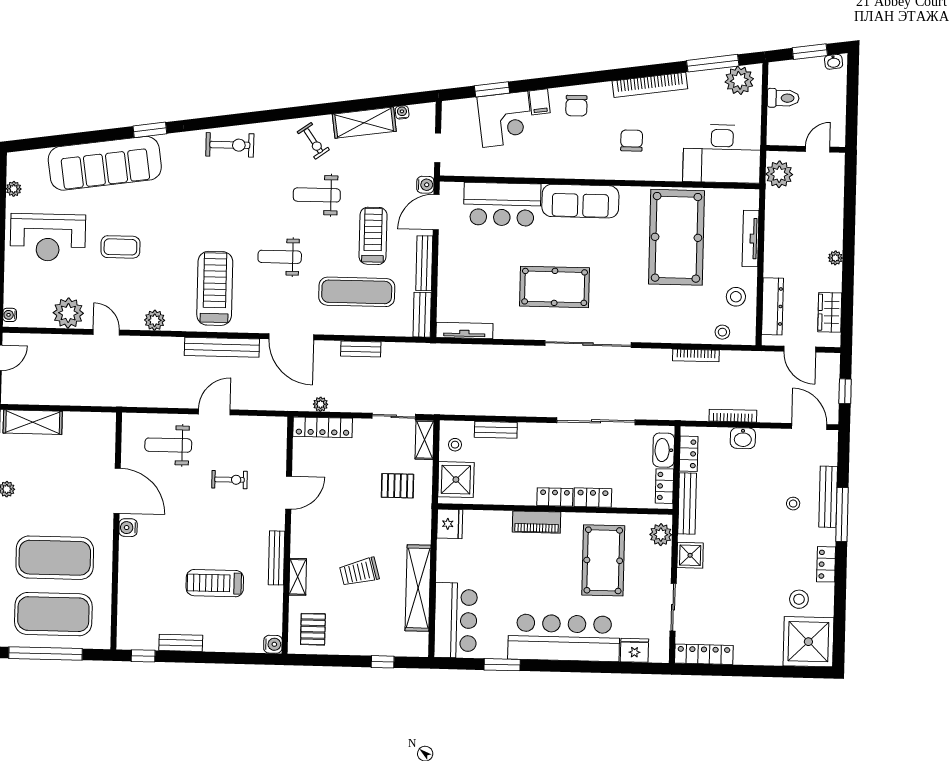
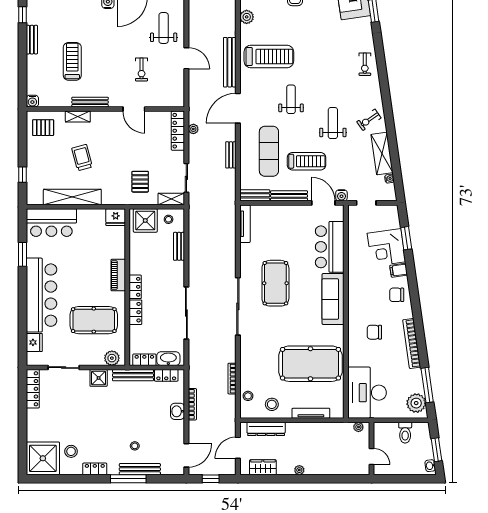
chair: (632, 141) -> (374, 332), turned 180
exercise bike: (230, 145) -> (365, 64), width x0.73, depth x0.72
plant: (779, 174) -> (358, 427), width x0.53, depth x0.53

